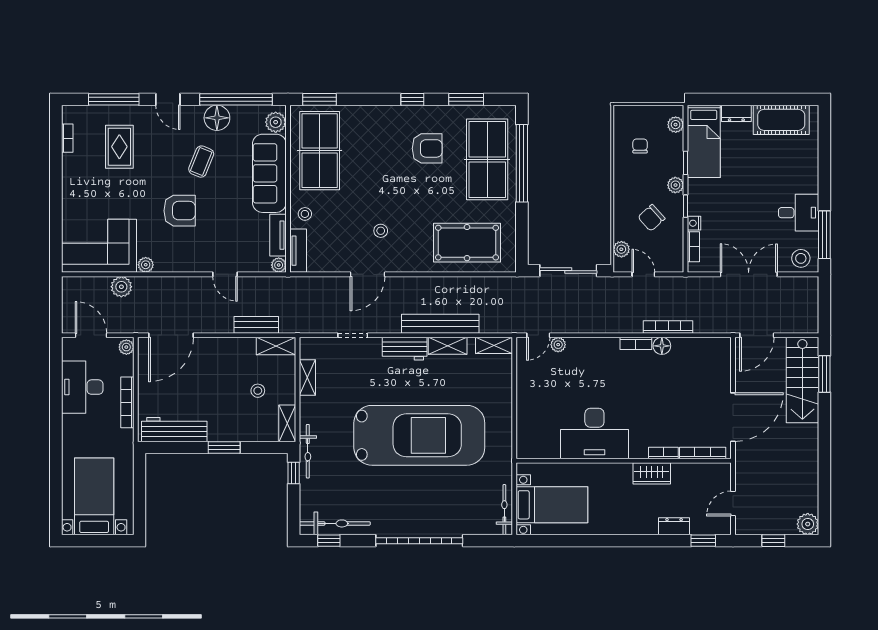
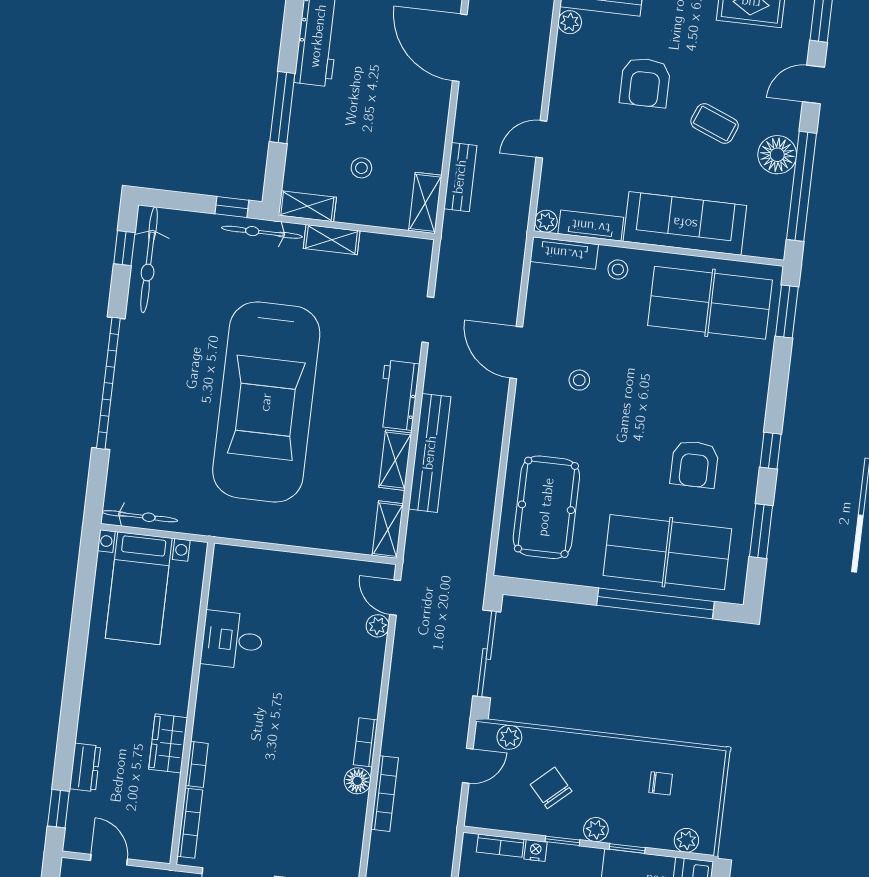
plant: (276, 122) -> (760, 242), removed
shelving: (307, 377) -> (332, 240), moved
desk: (594, 433) -> (232, 640), width x0.53, depth x0.77
window: (224, 447) -> (282, 107), width x1.44

